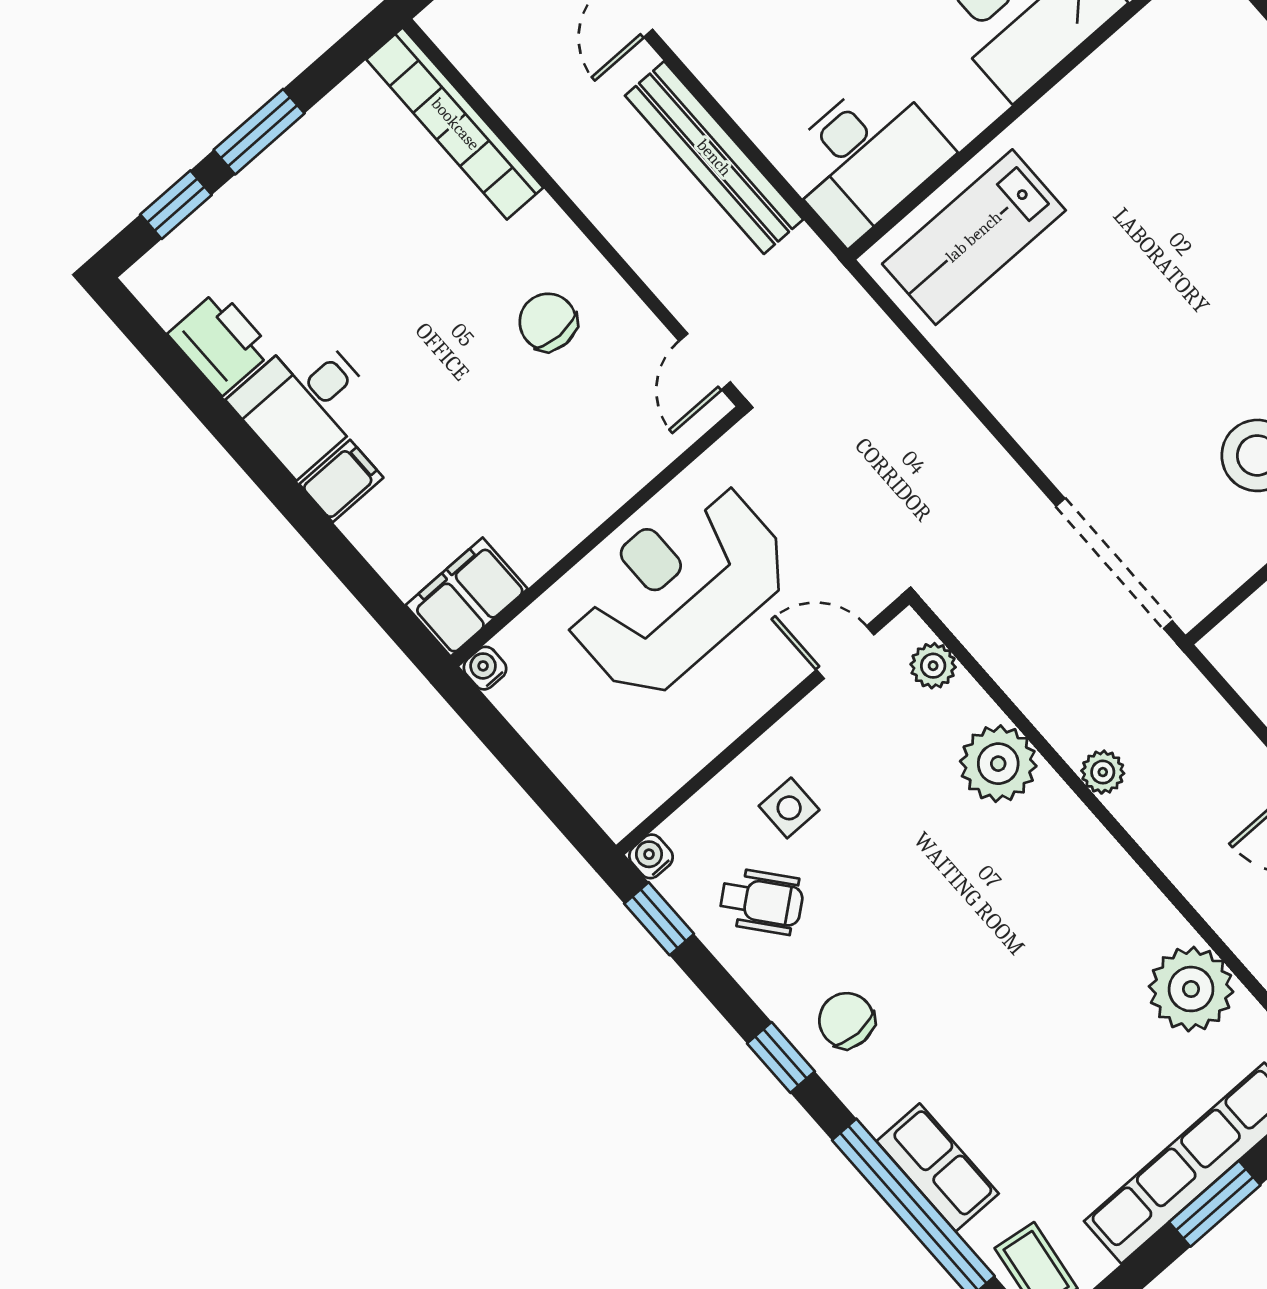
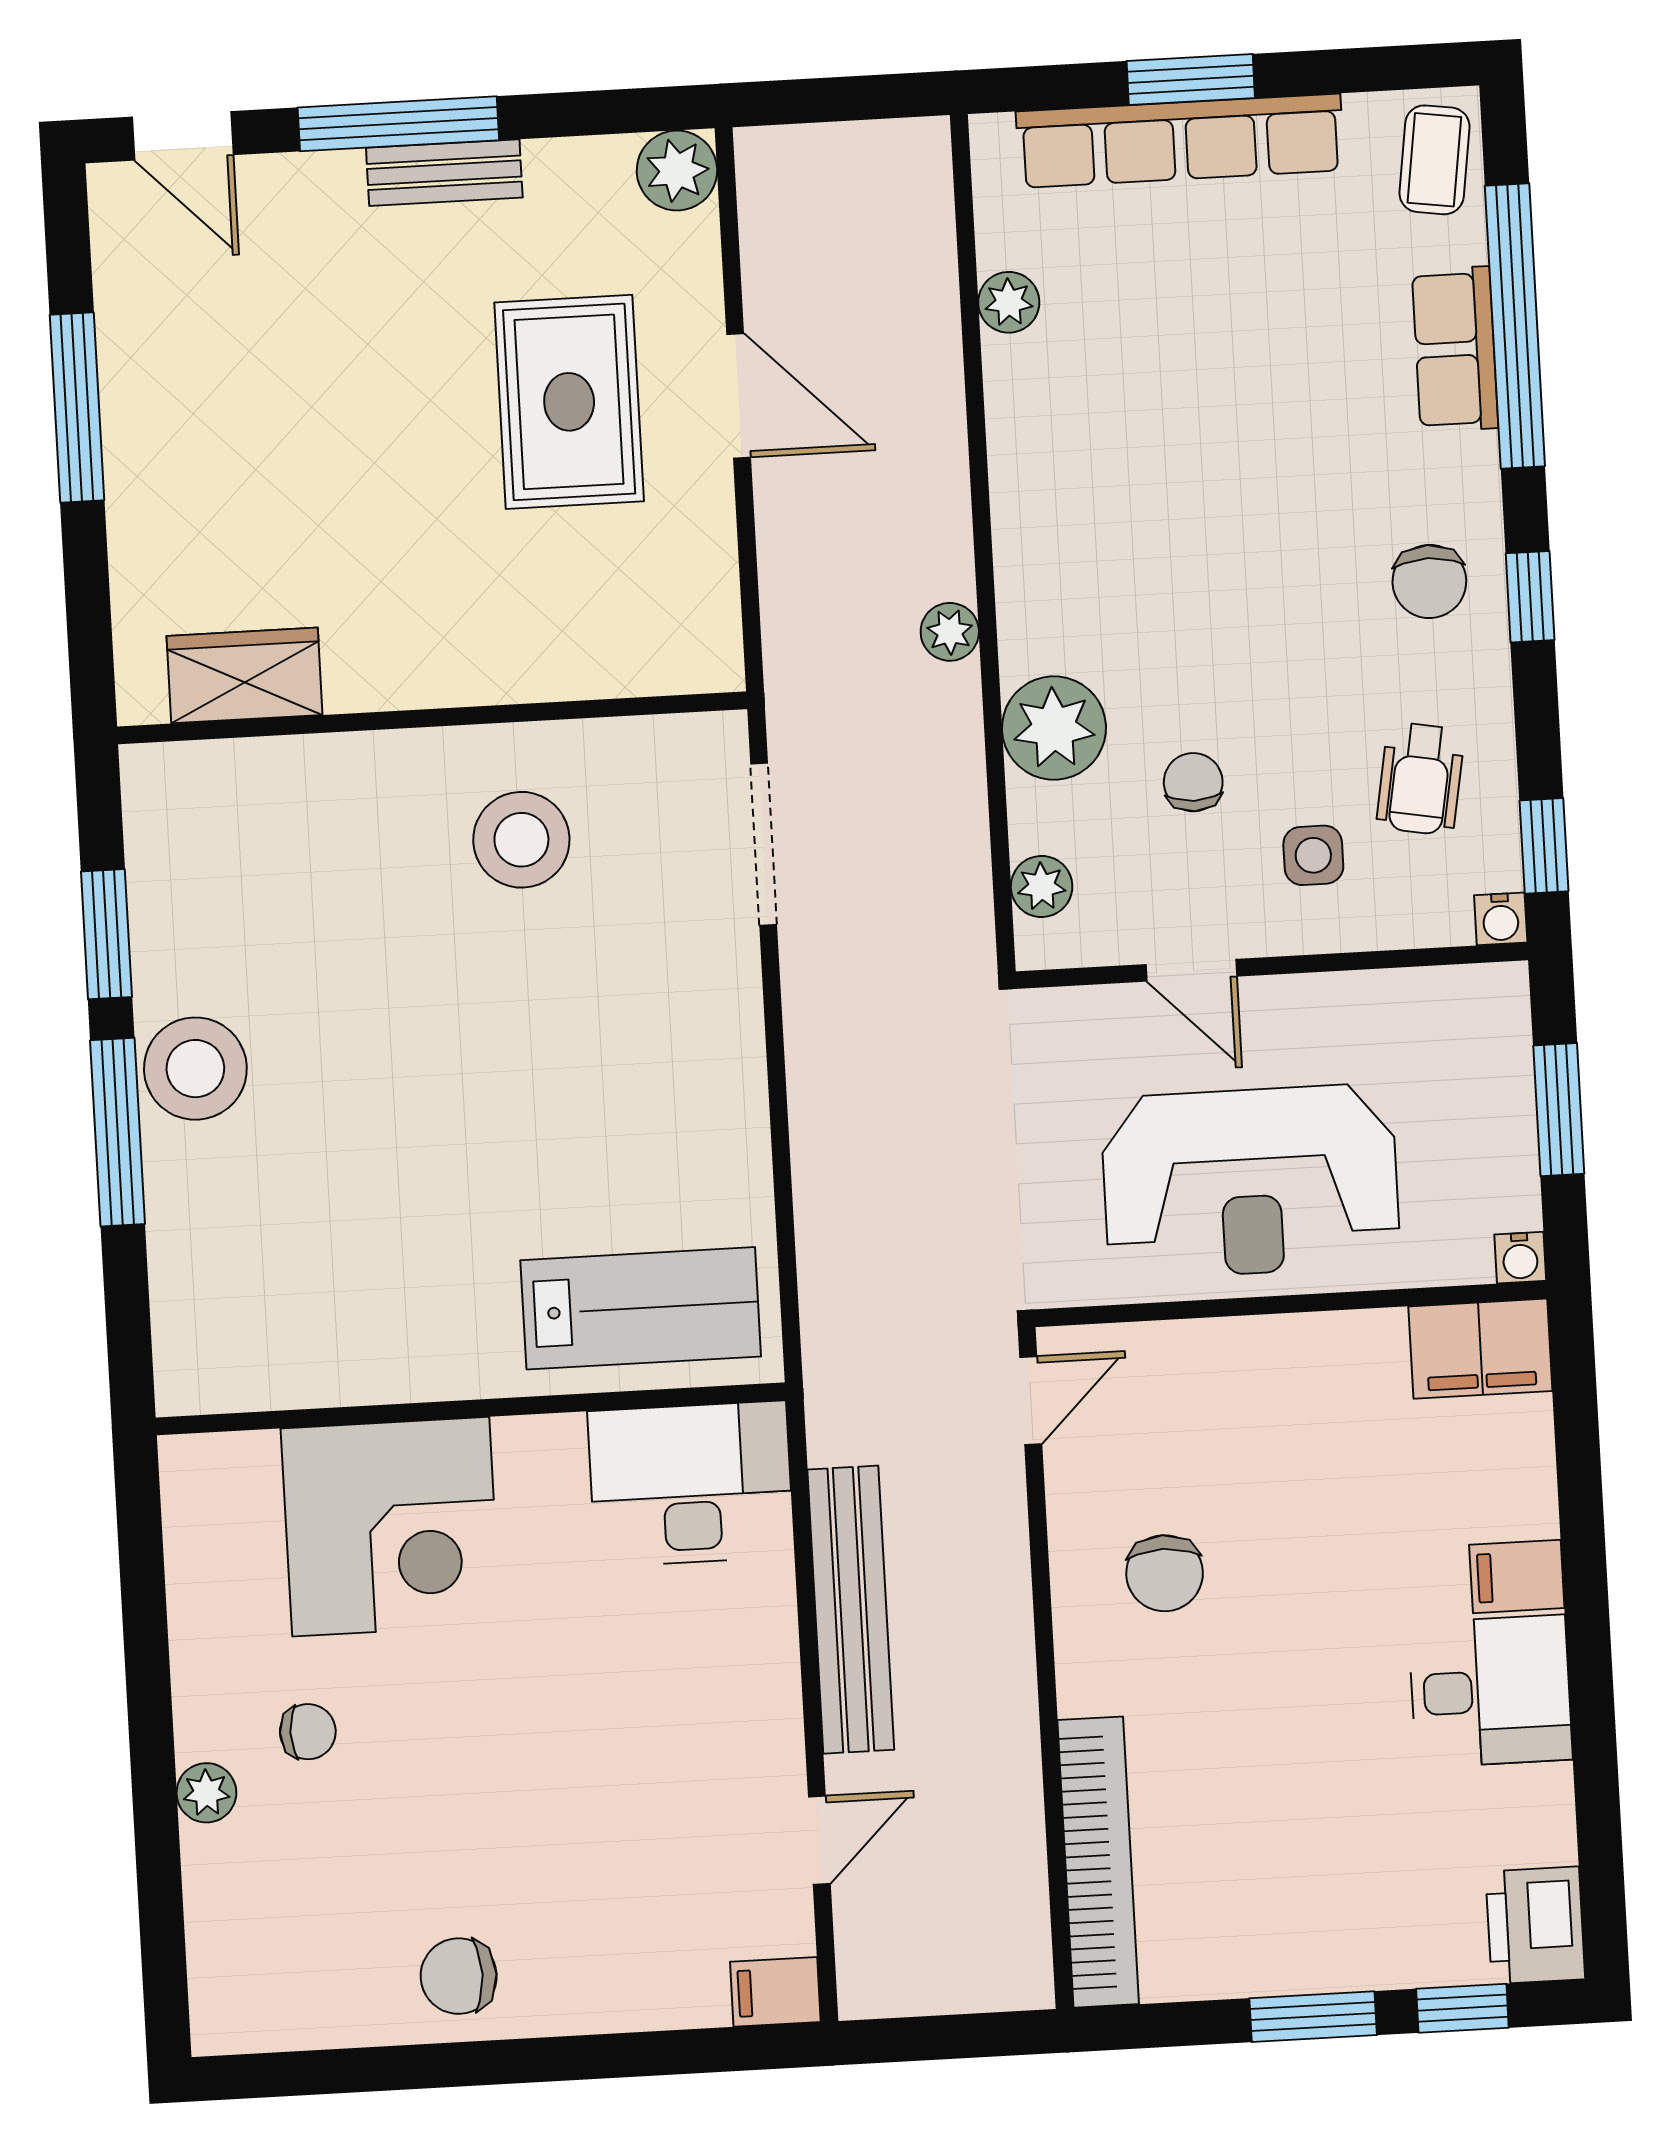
printer: (221, 342) -> (1535, 1925), moved
doorway: (1114, 563) -> (764, 844), width x0.73
door: (845, 652) -> (1191, 970), moved
window: (530, 772) -> (1559, 1110), added
chair: (892, 796) -> (1193, 782), added
wheelchair: (762, 901) -> (1420, 779), turned -131
plant: (1191, 989) -> (1009, 302), width x0.53, depth x0.53

